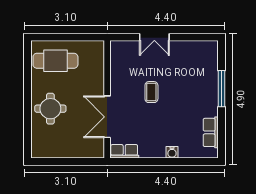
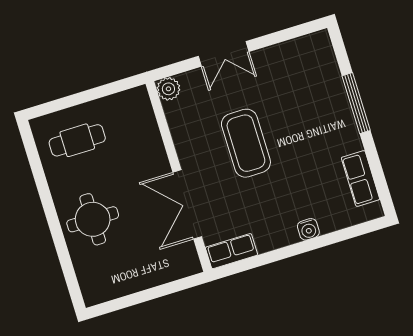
plant: (117, 47) -> (168, 89), added
cafe table: (55, 61) -> (77, 140), width x0.73, depth x0.74
coffee table: (151, 92) -> (246, 143), width x1.86, depth x1.72

